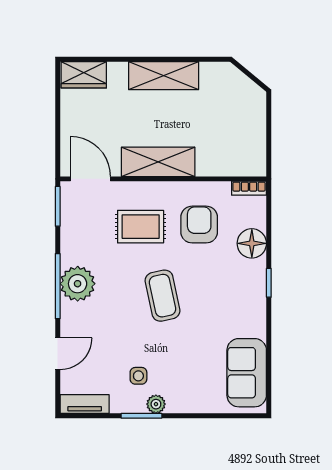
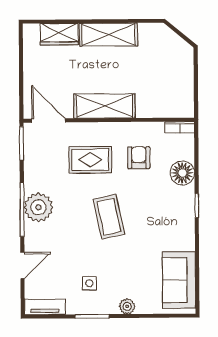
wardrobe: (84, 75) -> (59, 34), moved
armchair: (199, 225) -> (139, 158), width x0.72, depth x0.72
plant: (156, 404) -> (127, 306), moved

